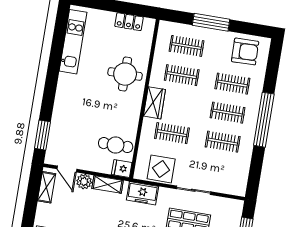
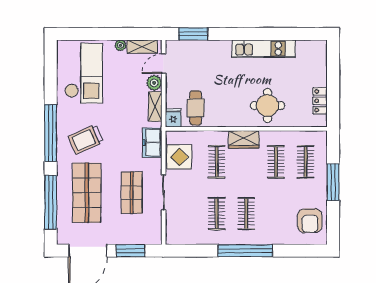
kitchen unit: (73, 42) -> (264, 49), moved
clothes rail: (232, 84) -> (276, 214), removed
plant: (42, 208) -> (120, 45), added

